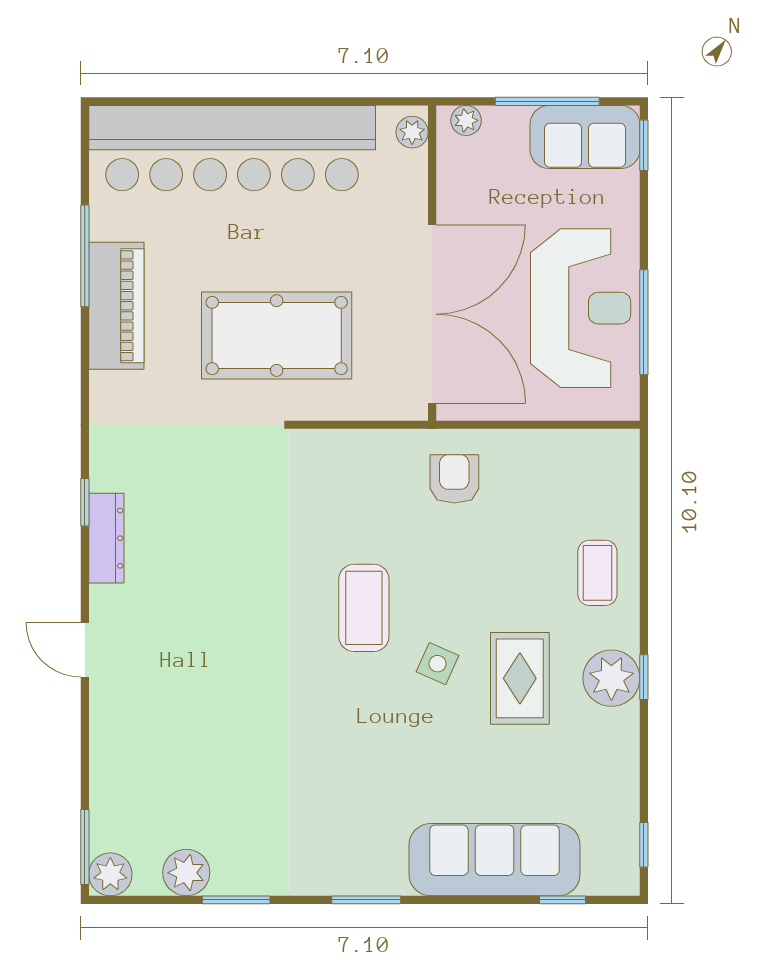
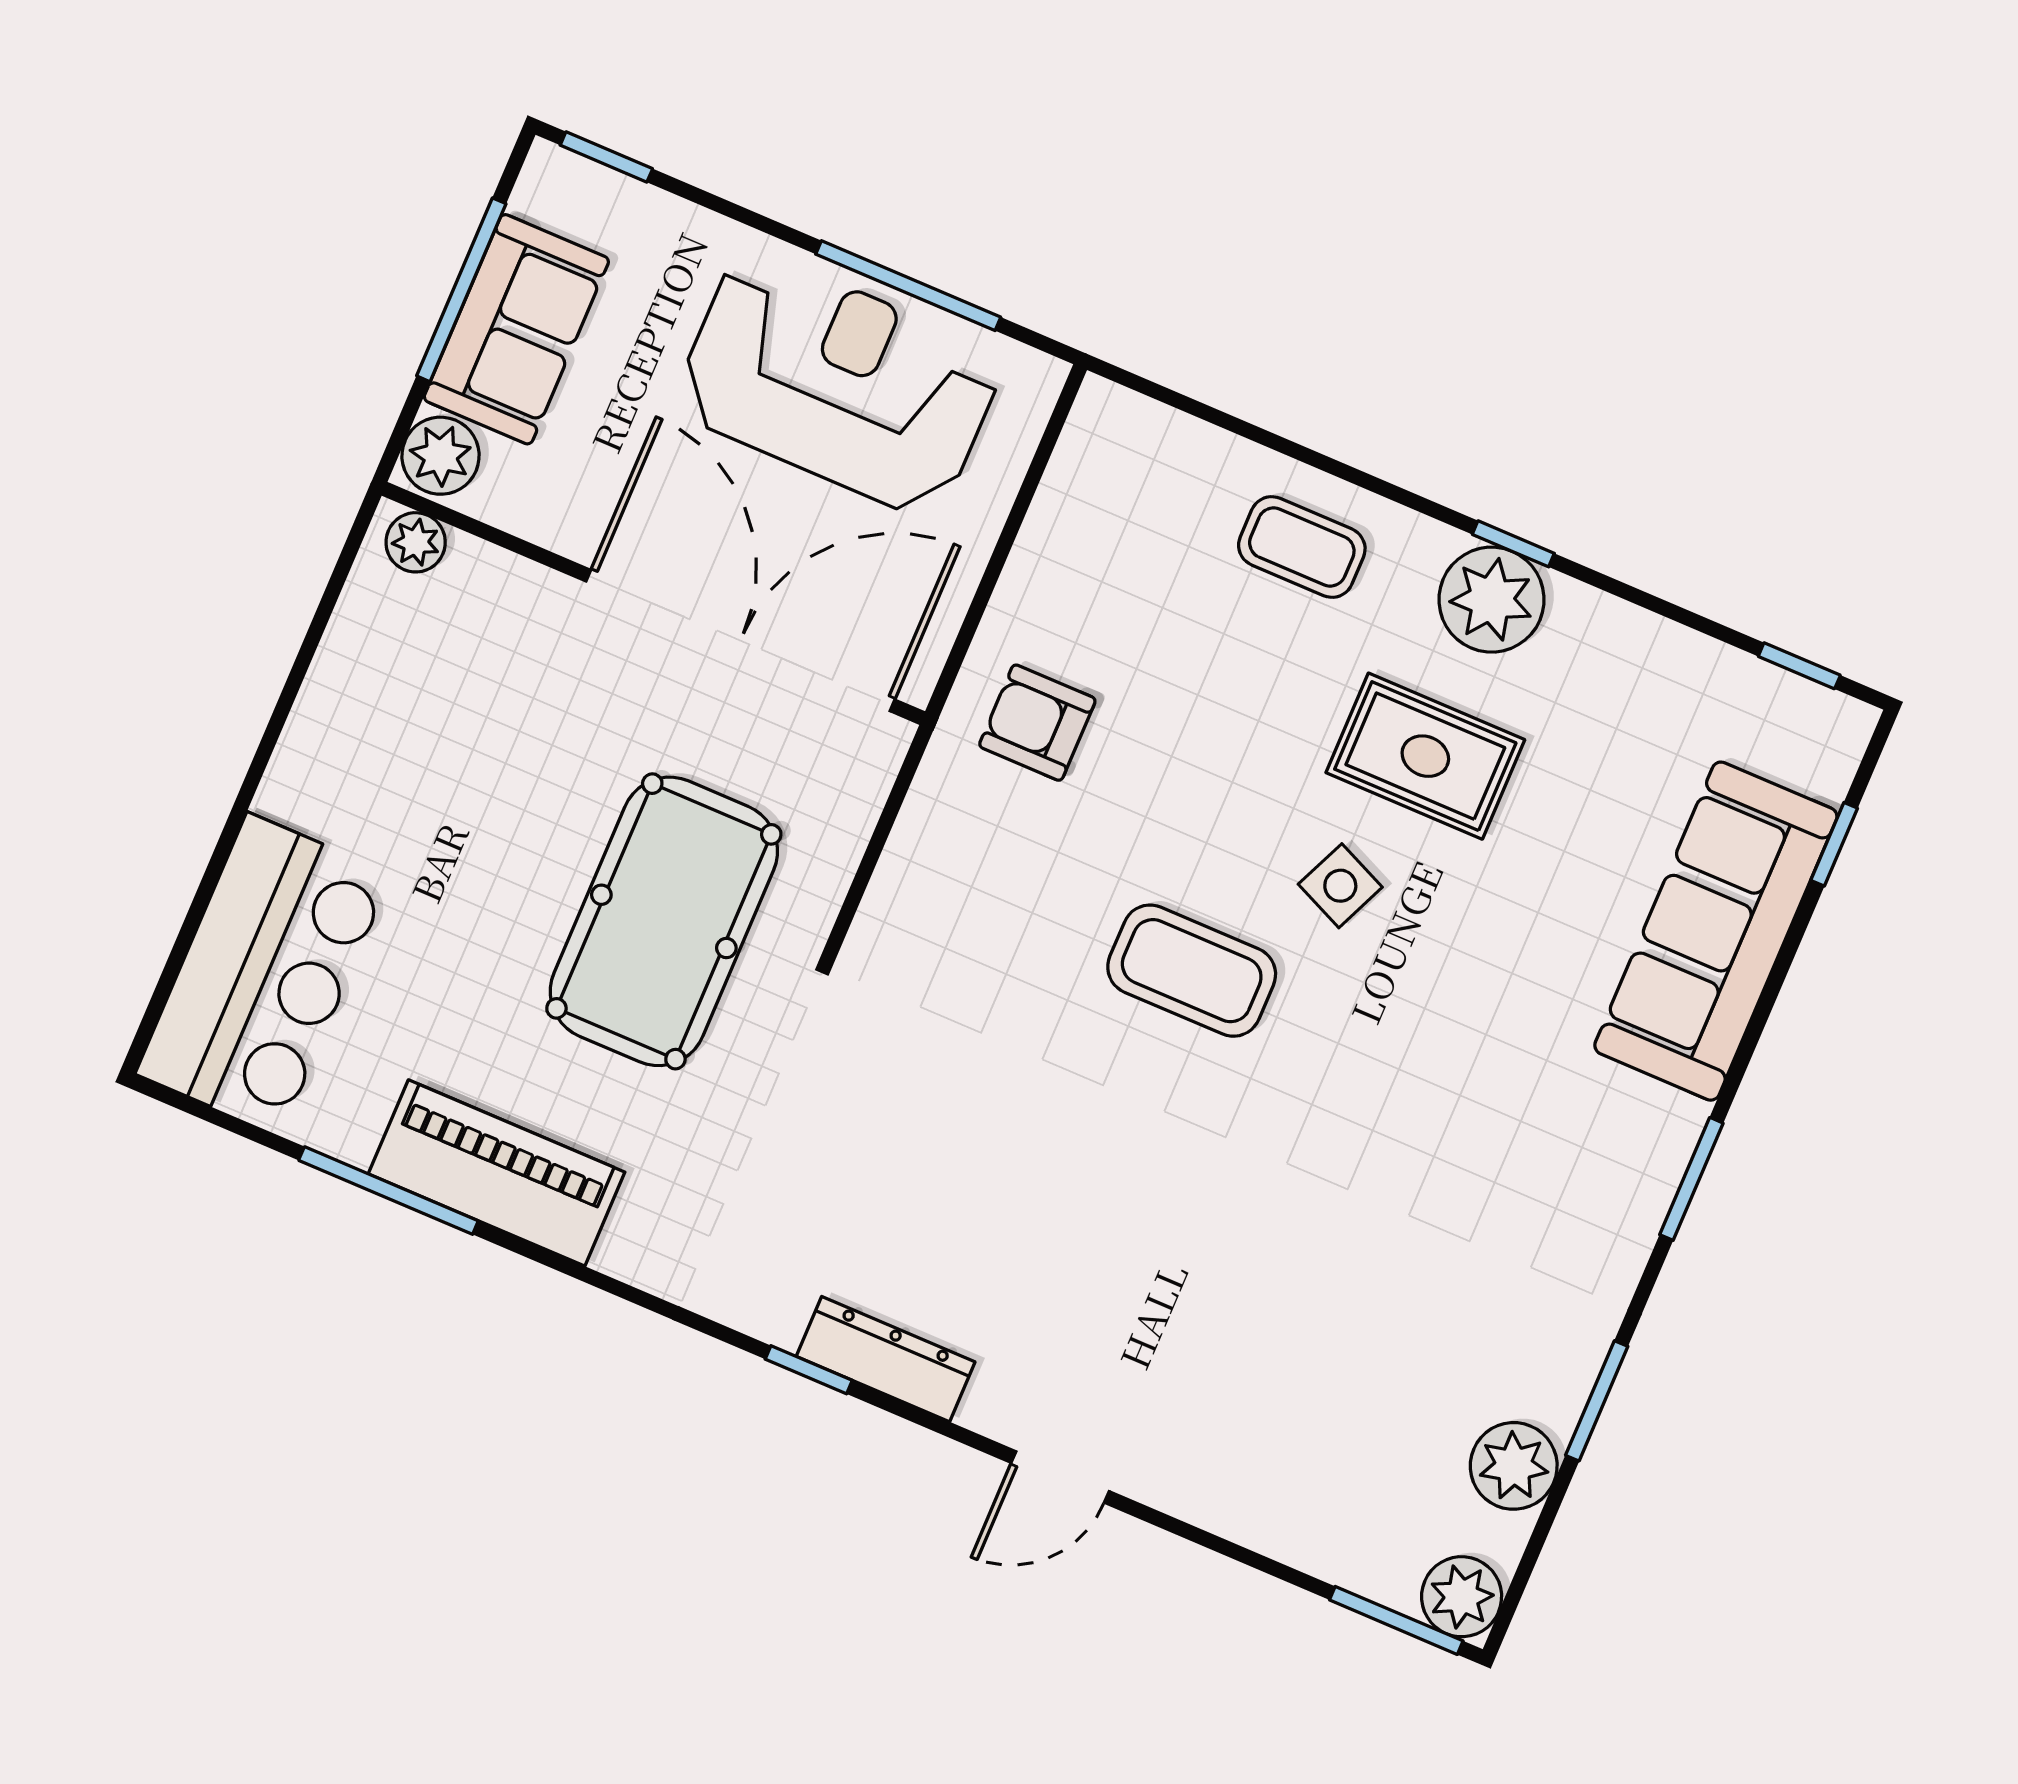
plant: (466, 120) -> (441, 456), width x1.38, depth x1.38
sofa: (585, 137) -> (516, 329), moved
bar counter: (232, 148) -> (264, 974), width x0.54

